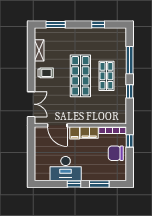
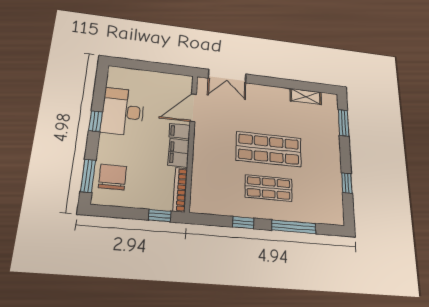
trolley: (46, 73) -> (273, 101), removed
chair: (116, 153) -> (112, 177), moved
window: (99, 184) -> (88, 176), moved

